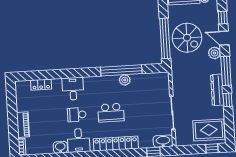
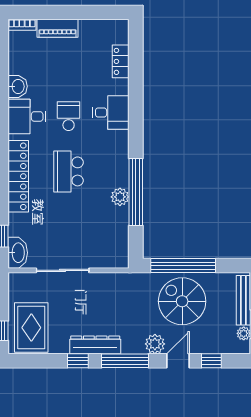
spiral stairs: (187, 38) -> (182, 301), turned 90

